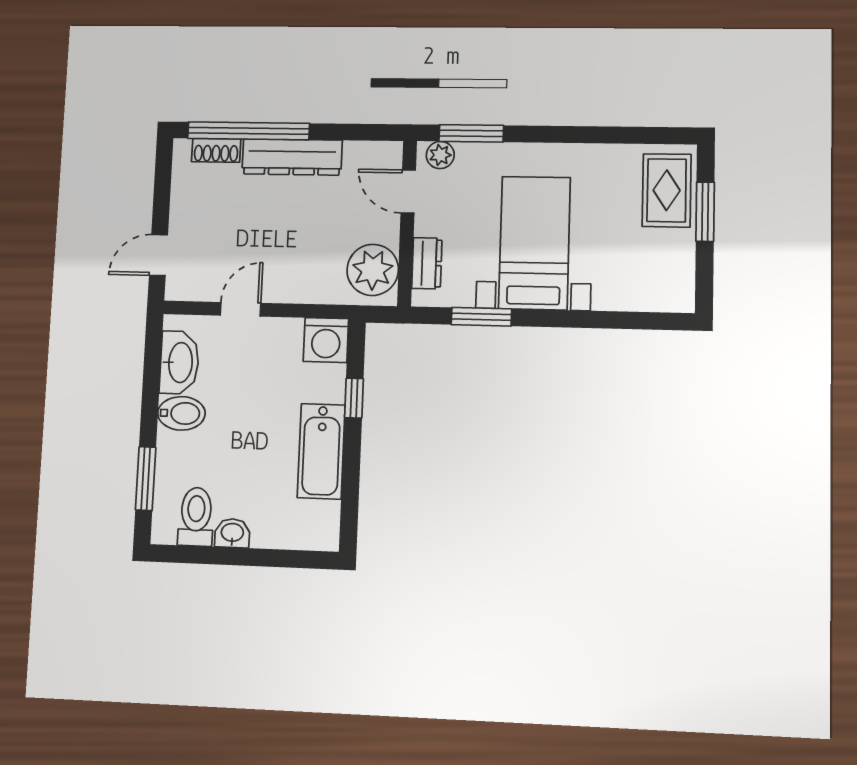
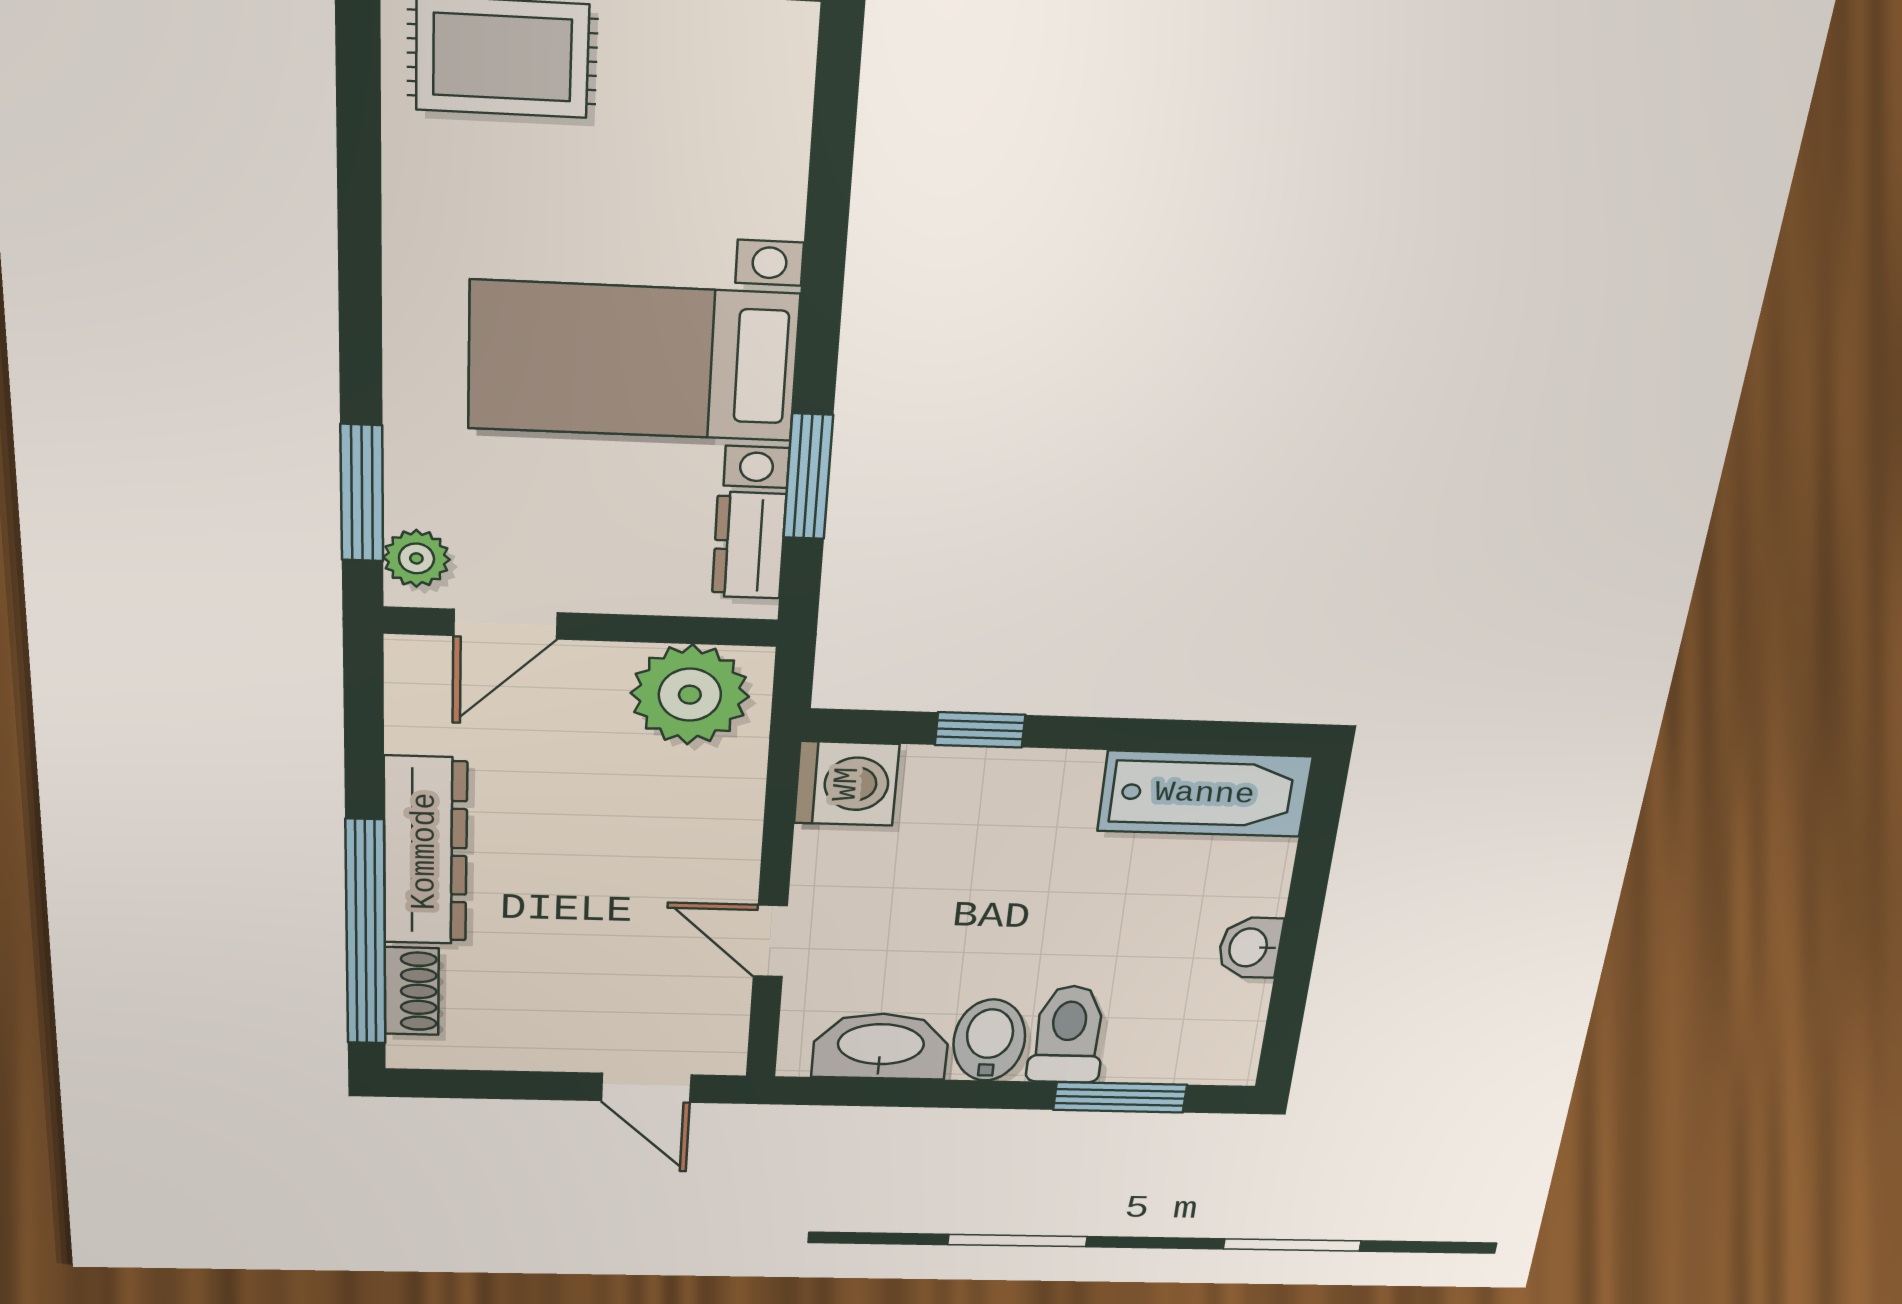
dresser: (427, 263) -> (749, 545), moved, turned -90
bathtub: (321, 451) -> (1205, 794), moved
toilet: (196, 517) -> (1068, 1034), moved, turned 90

